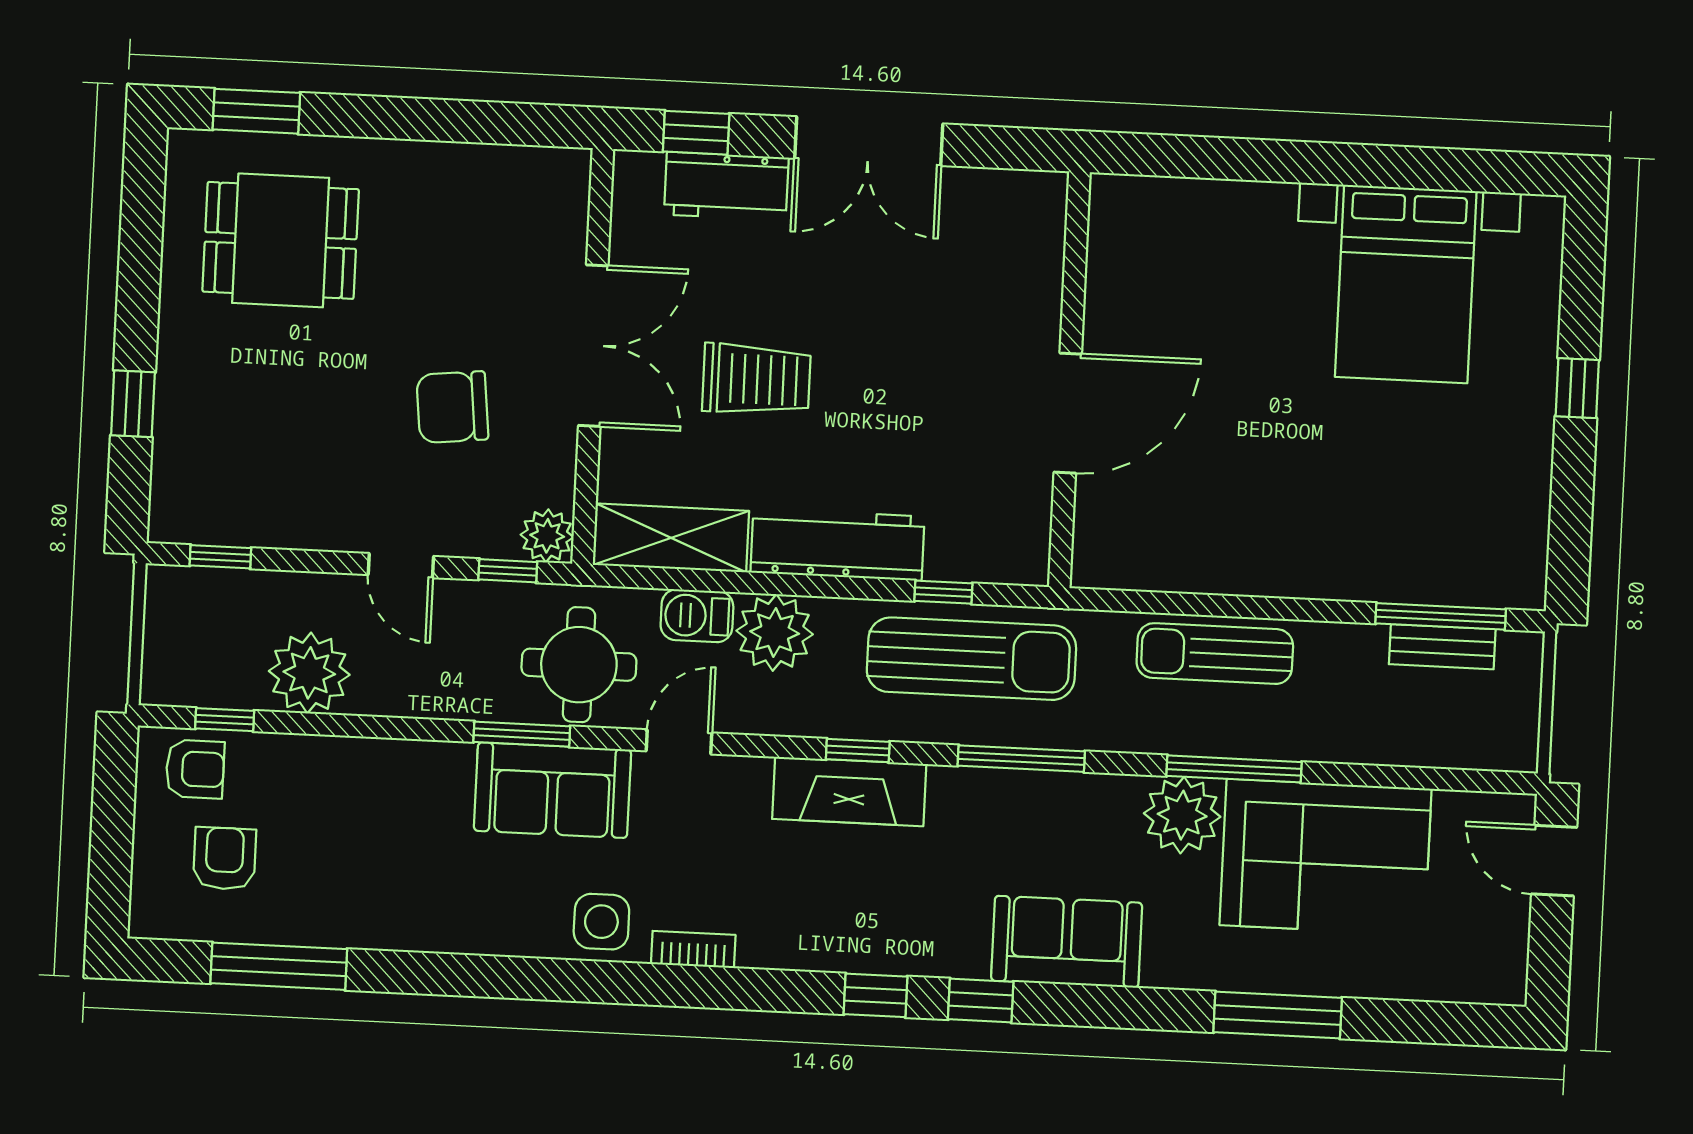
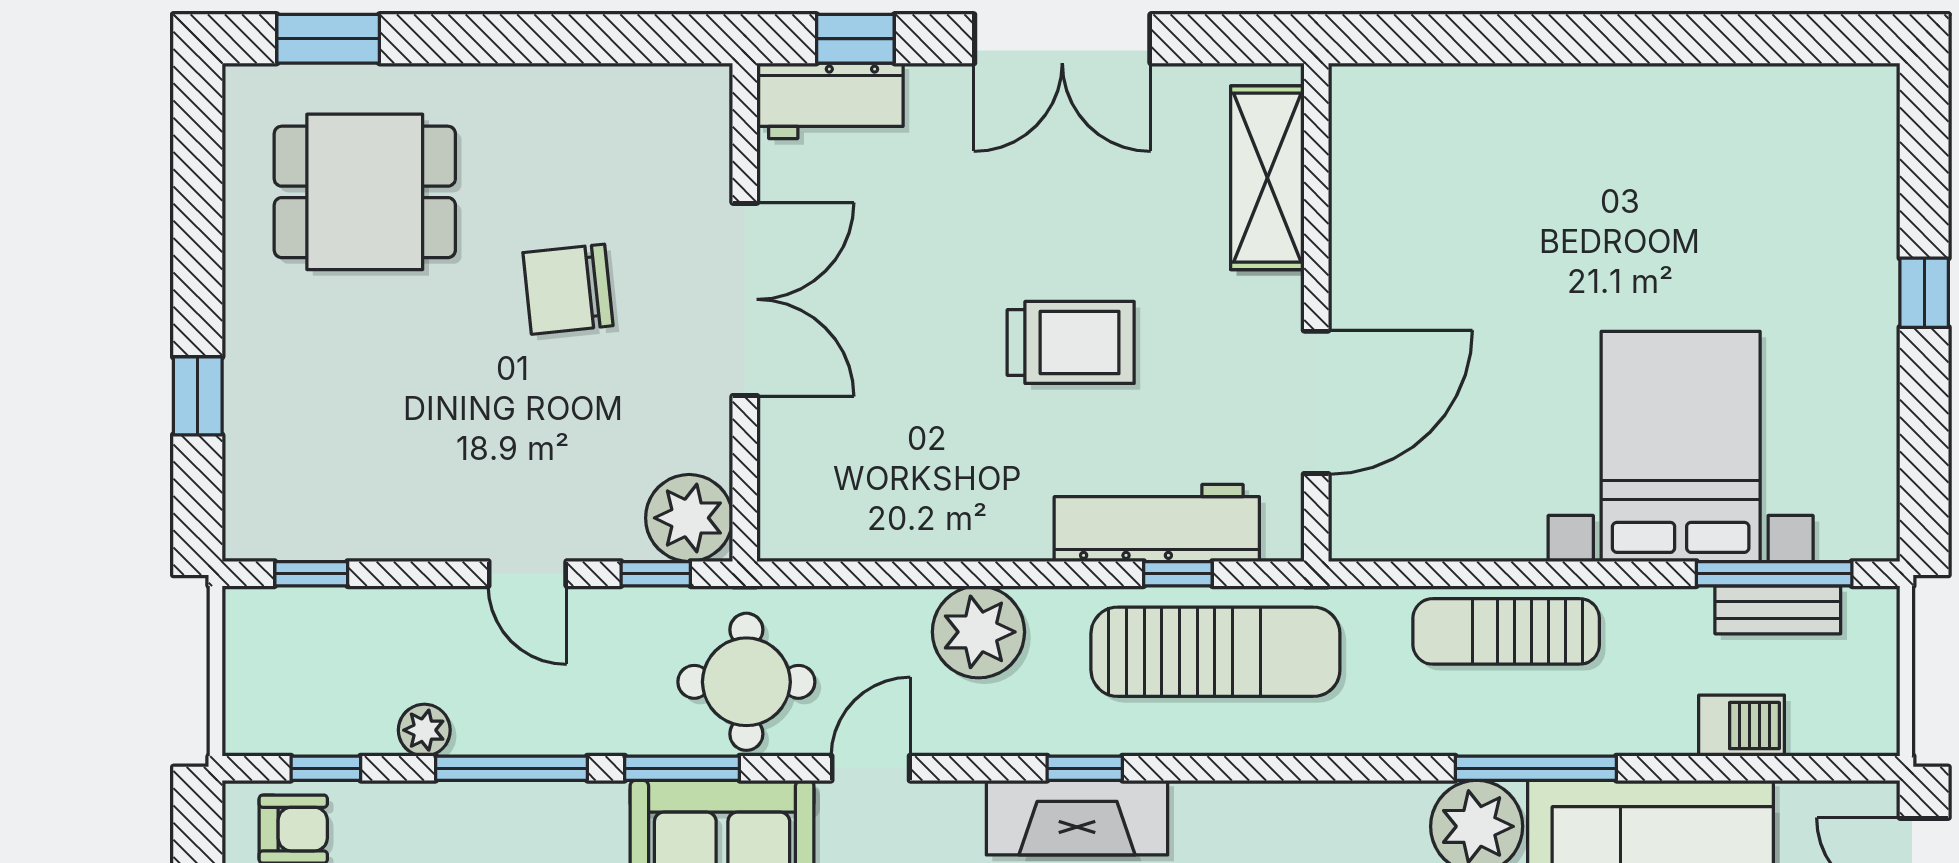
workbench: (726, 186) -> (830, 101), moved
bed with nightstands: (1406, 284) -> (1681, 446), moved, turned 180
trolley: (756, 379) -> (1071, 342), moved
chair: (452, 407) -> (568, 289), moved
door: (1068, 413) -> (1316, 402), moved
plant: (547, 536) -> (689, 518), width x1.36, depth x1.36
shelving: (671, 538) -> (1267, 178), moved, turned 90
workbench: (837, 544) -> (1157, 523), moved
barbecue: (697, 616) -> (1742, 726), moved, turned 180
plant: (309, 673) -> (424, 730), width x0.53, depth x0.53
window: (1021, 759) -> (511, 768), moved

